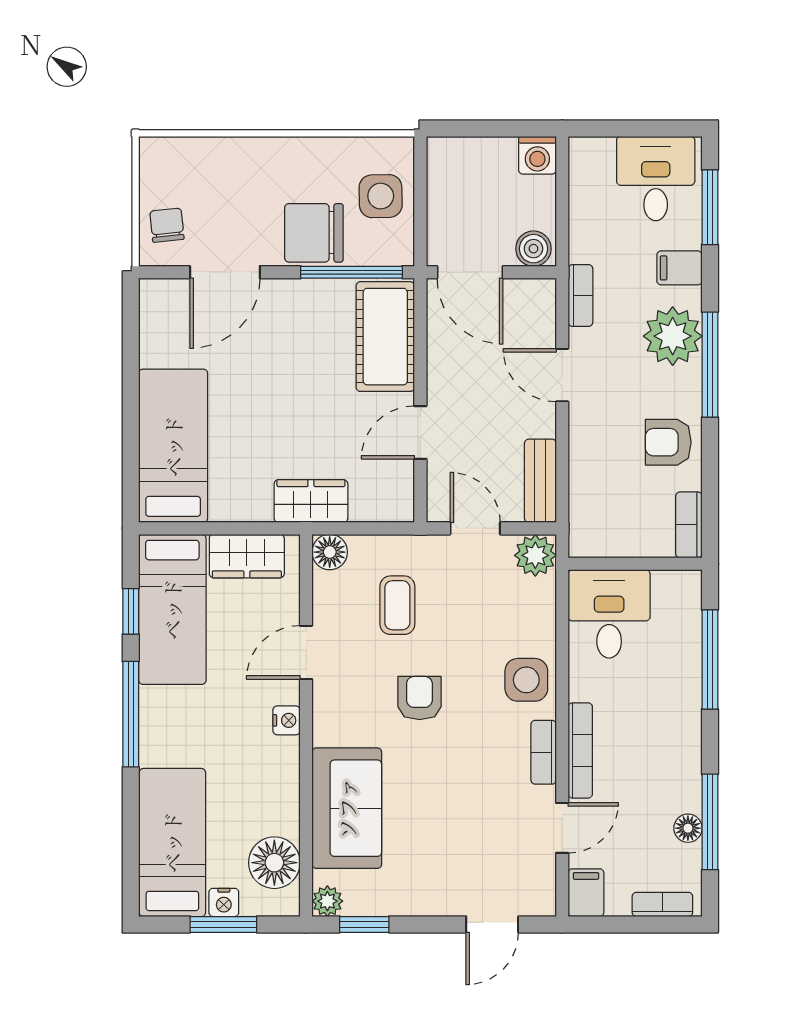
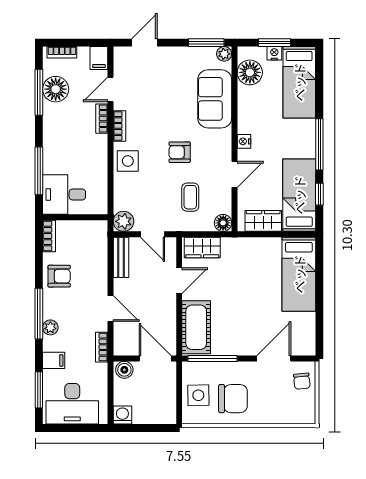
desk: (656, 178) -> (72, 404), width x1.37
chair: (314, 233) -> (233, 399), moved
plant: (673, 336) -> (50, 327), width x0.53, depth x0.53
wardrobe: (311, 501) -> (202, 248), moved
desk: (609, 614) -> (64, 194), moved, turned 90
armchair: (419, 698) -> (180, 152), turned 90
bookcase: (580, 750) -> (102, 119), width x0.64
floor lamp: (688, 828) -> (56, 89), width x1.89, depth x1.89
window: (364, 924) -> (206, 43), width x1.50

